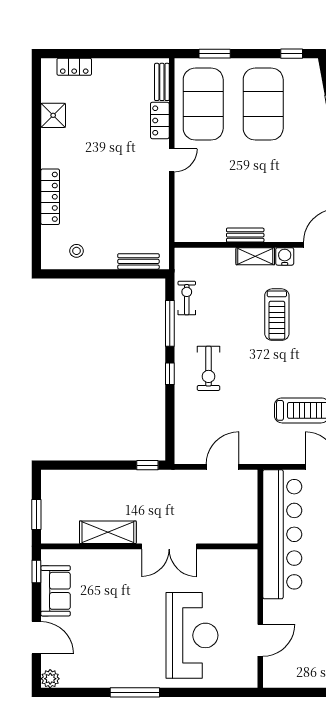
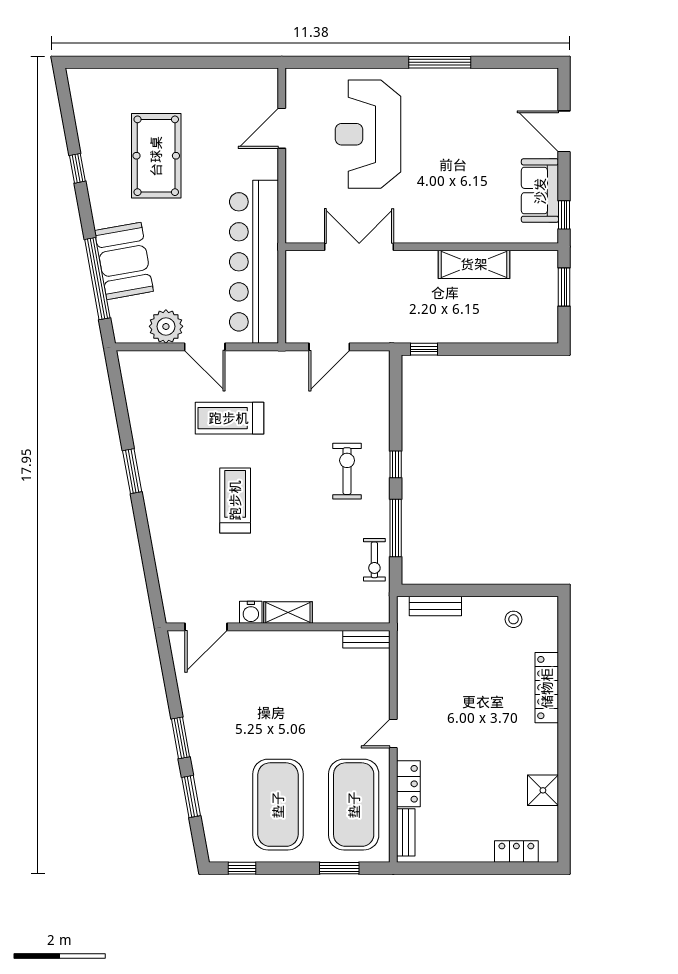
bench: (245, 235) -> (366, 639), moved
treadmill: (277, 315) -> (235, 500), moved
double door: (169, 546) -> (359, 247), moved
plant: (50, 679) -> (547, 80), removed

